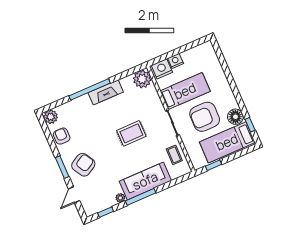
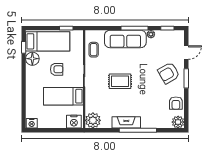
nightstand: (176, 61) -> (32, 123), moved
armchair: (205, 117) -> (57, 69), width x0.53, depth x0.53

